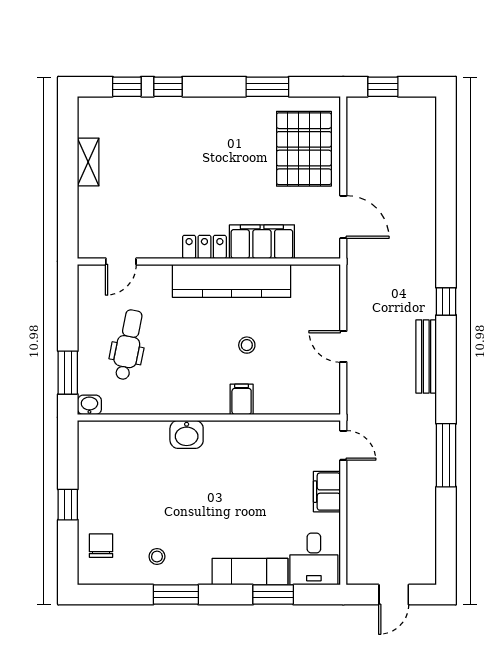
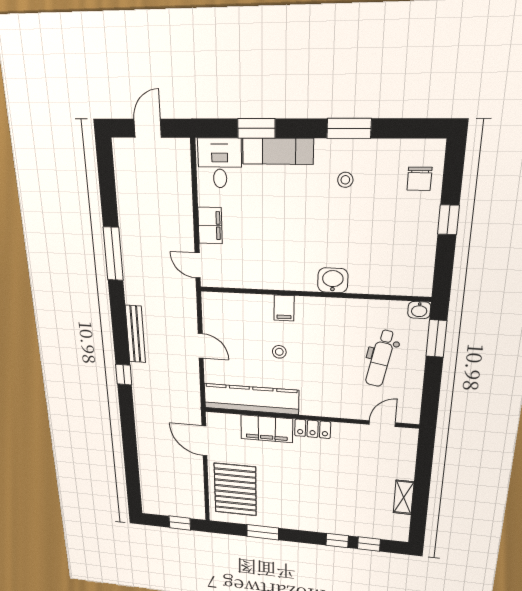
kitchen counter: (232, 281) -> (251, 399), moved
stool: (157, 556) -> (345, 180), moved

